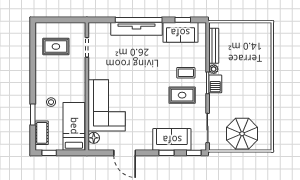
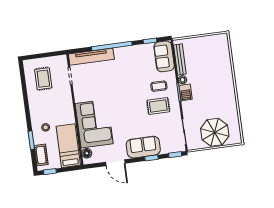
tv unit: (137, 29) -> (91, 57), moved
sofa: (180, 32) -> (164, 56), moved, turned 90
rug: (56, 46) -> (43, 79), turned 90
sofa: (172, 139) -> (143, 147), moved

